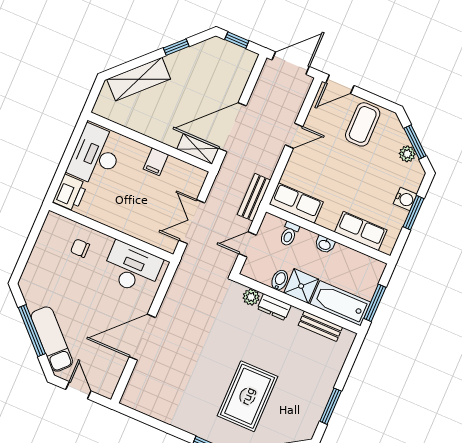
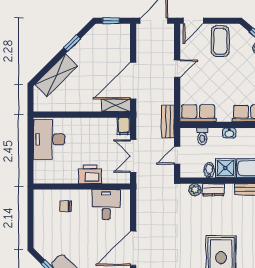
filing cabinet: (156, 162) -> (124, 126), moved
printer: (70, 193) -> (90, 174), moved, turned -90
desk: (132, 268) -> (106, 205), width x0.73

